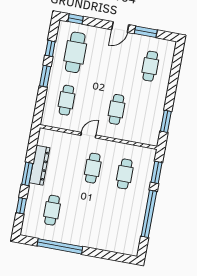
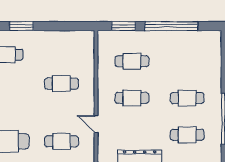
window: (166, 121) -> (21, 26), moved
door: (88, 135) -> (96, 124), moved
cafe table: (84, 216) -> (187, 98), added

